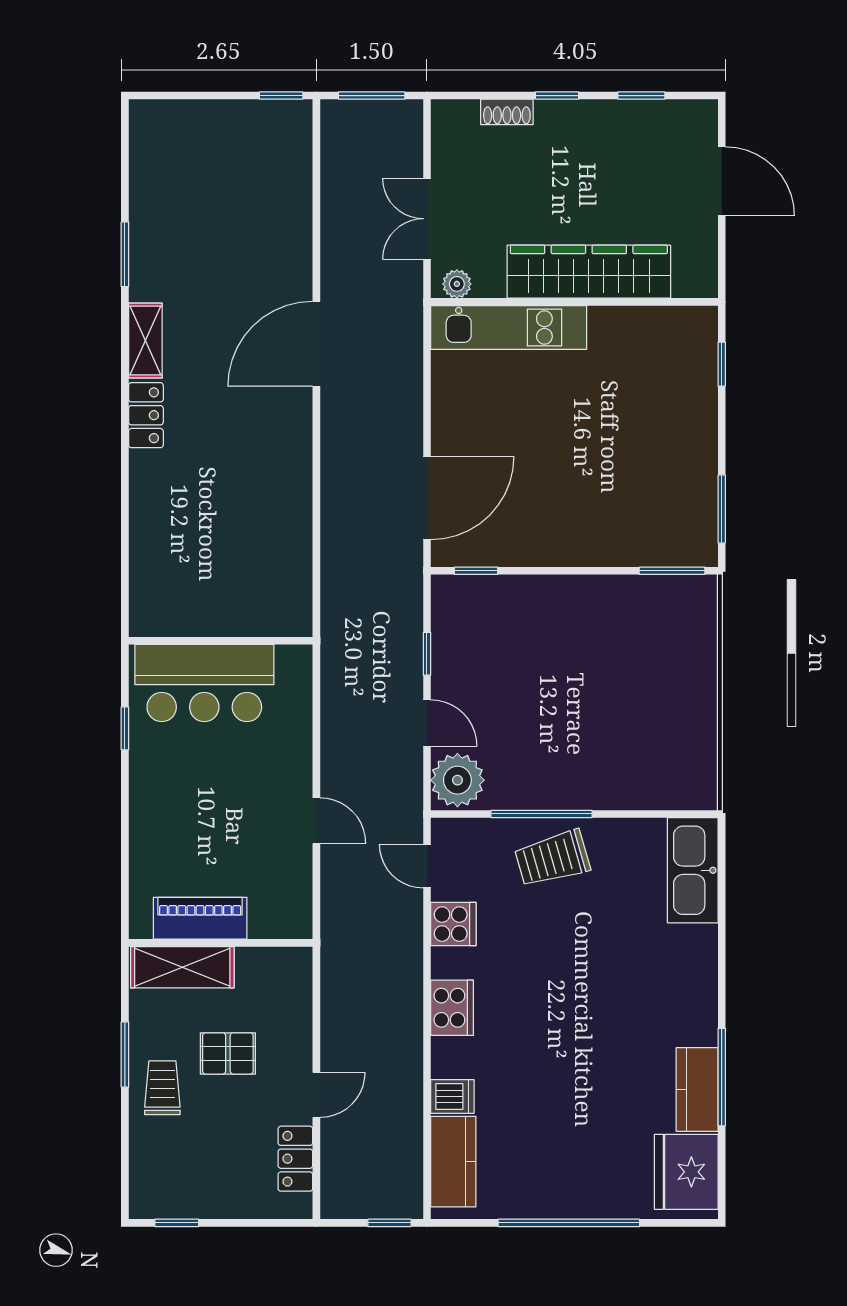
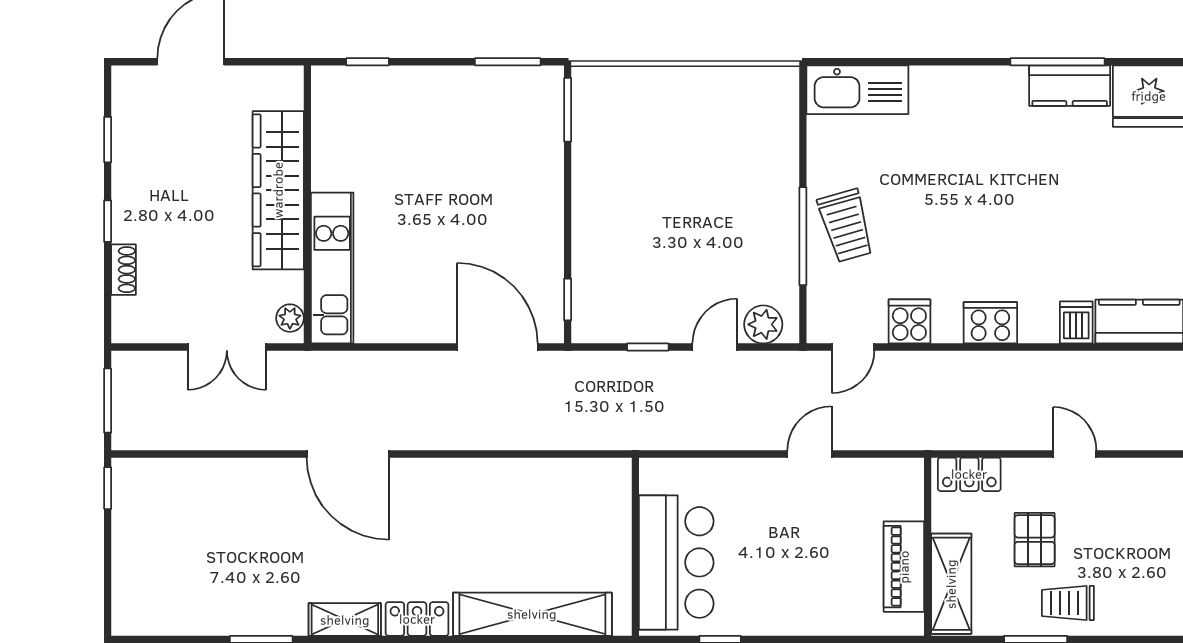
shelving: (151, 534) -> (532, 614), added
plant: (457, 780) -> (763, 324), width x0.73, depth x0.73
locker: (295, 1159) -> (969, 474), moved

